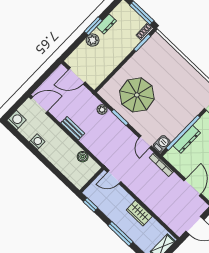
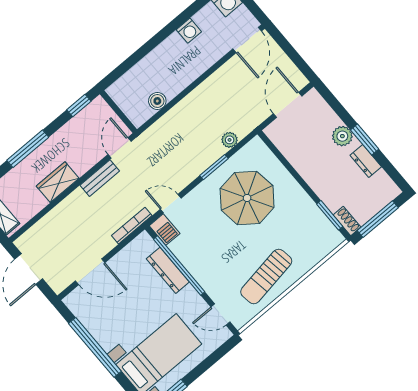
sun lounger: (184, 78) -> (266, 276), added
bench: (73, 128) -> (100, 178), moved

